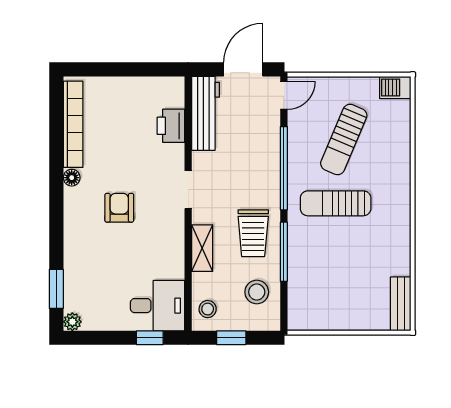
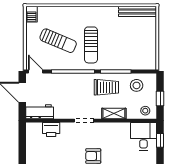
workbench: (206, 113) -> (40, 112), width x0.73
bench: (401, 304) -> (138, 11), width x1.36

